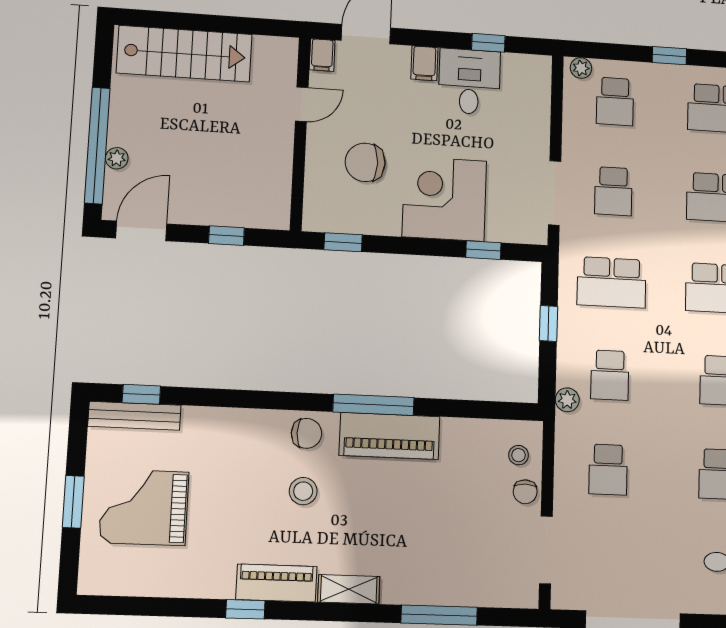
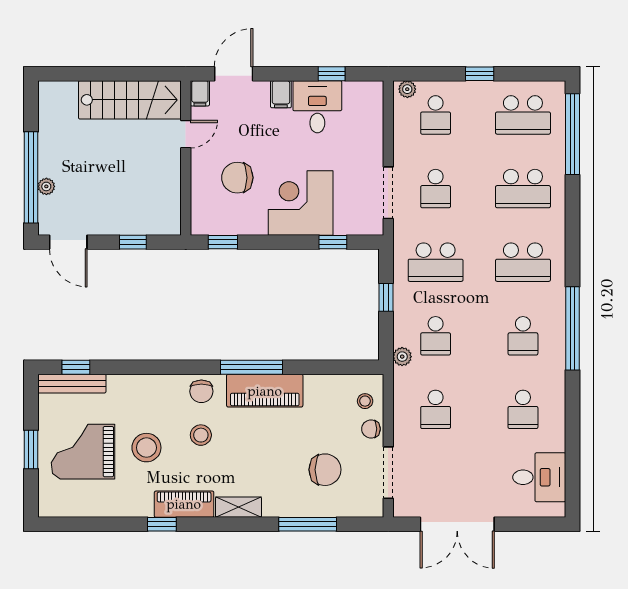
stairs: (184, 54) -> (130, 100), moved
door: (141, 231) -> (68, 242), swing flipped
chair: (307, 433) -> (201, 391), turned 90
chair: (525, 492) -> (371, 429), turned 90
stool: (230, 505) -> (146, 448), added
chair: (464, 543) -> (325, 470), added

